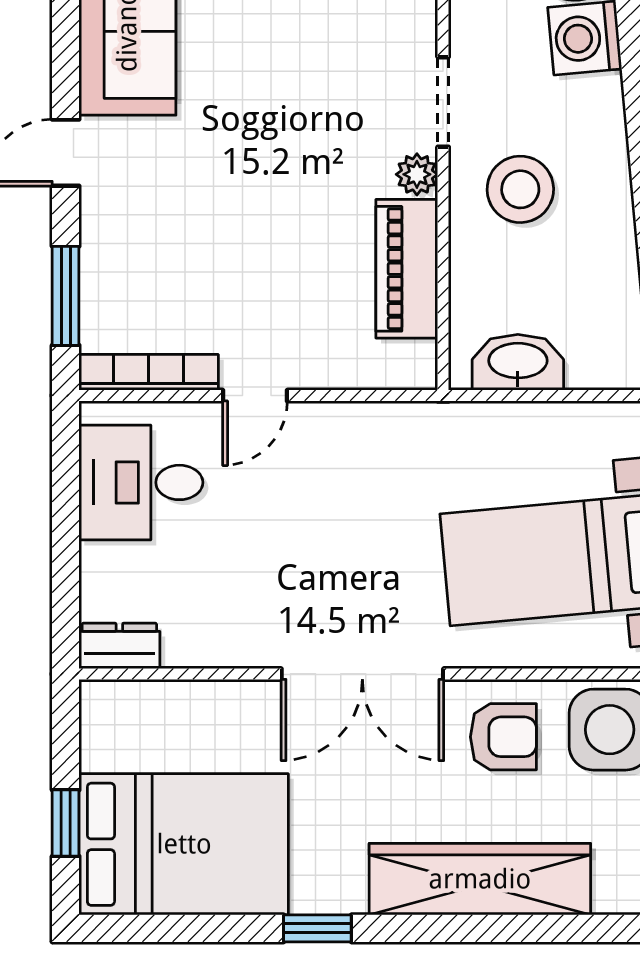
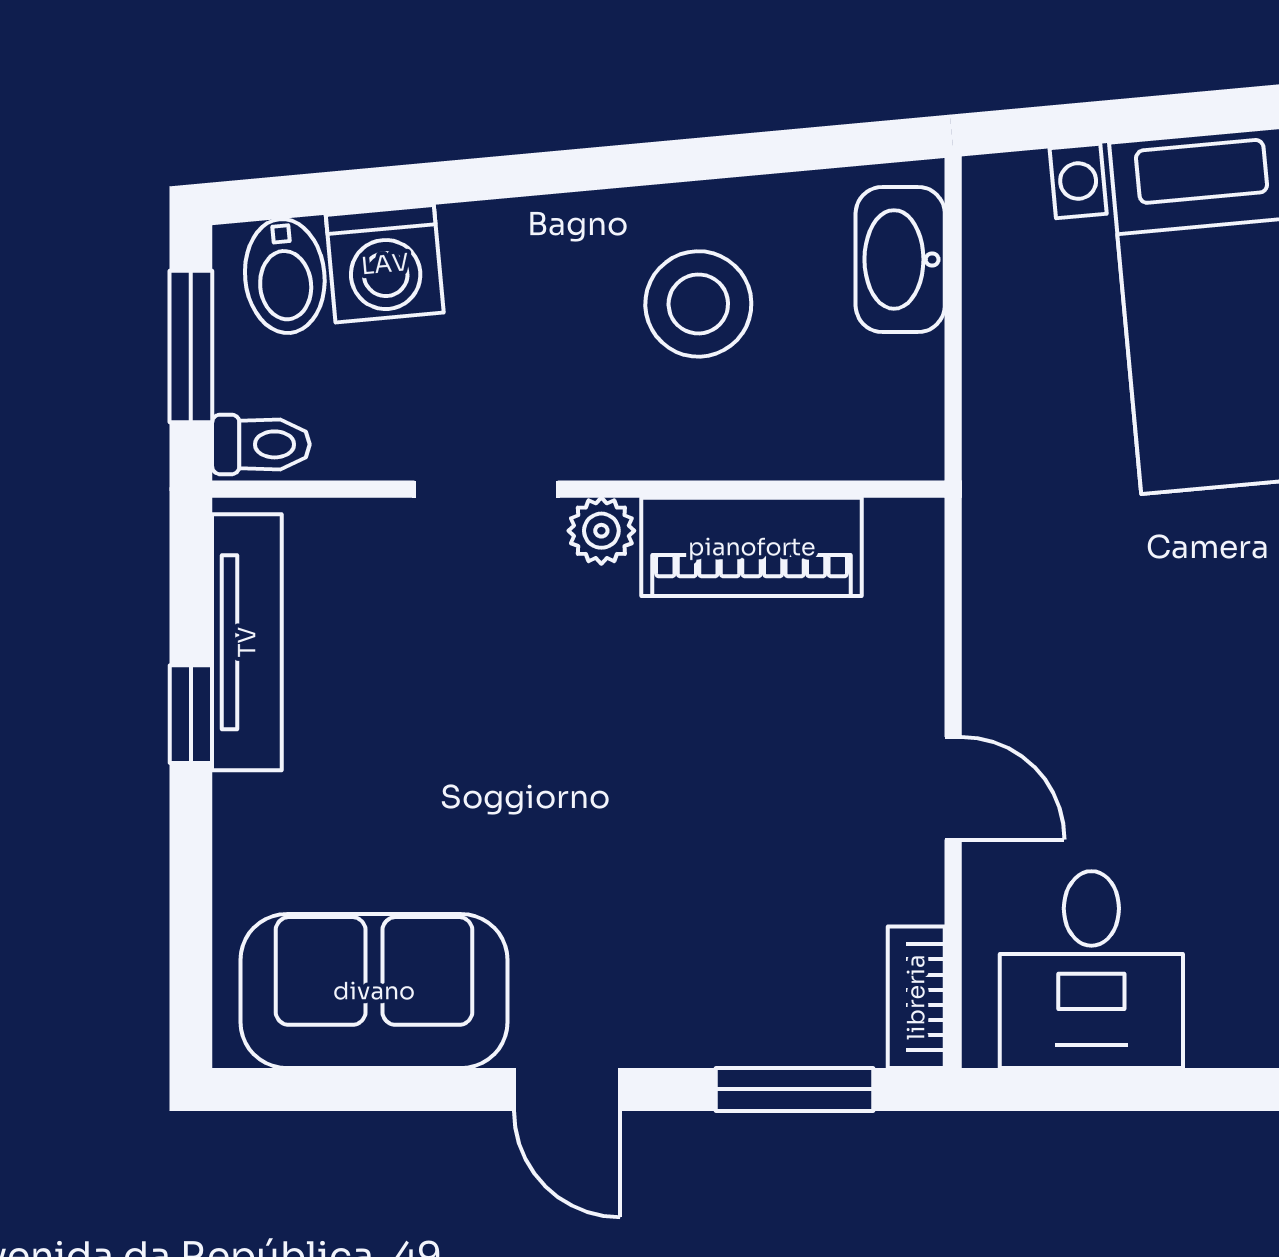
stool: (520, 189) -> (698, 304), moved
washbasin: (518, 362) -> (900, 259), moved
bookcase: (149, 372) -> (916, 997), width x0.64

